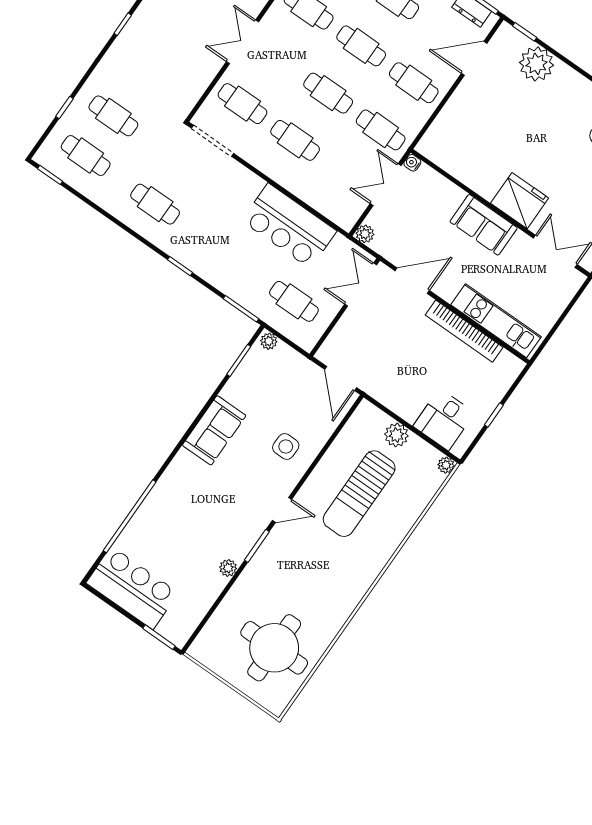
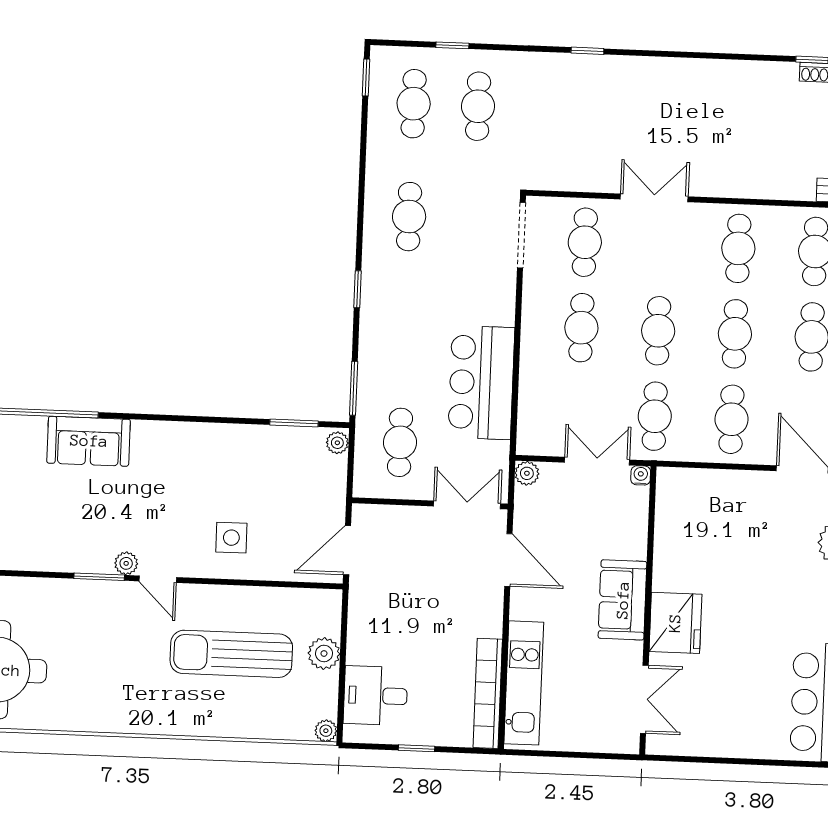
bookcase: (464, 331) -> (488, 693), moved
sofa: (214, 430) -> (89, 441), moved
plant: (228, 568) -> (126, 563), moved

